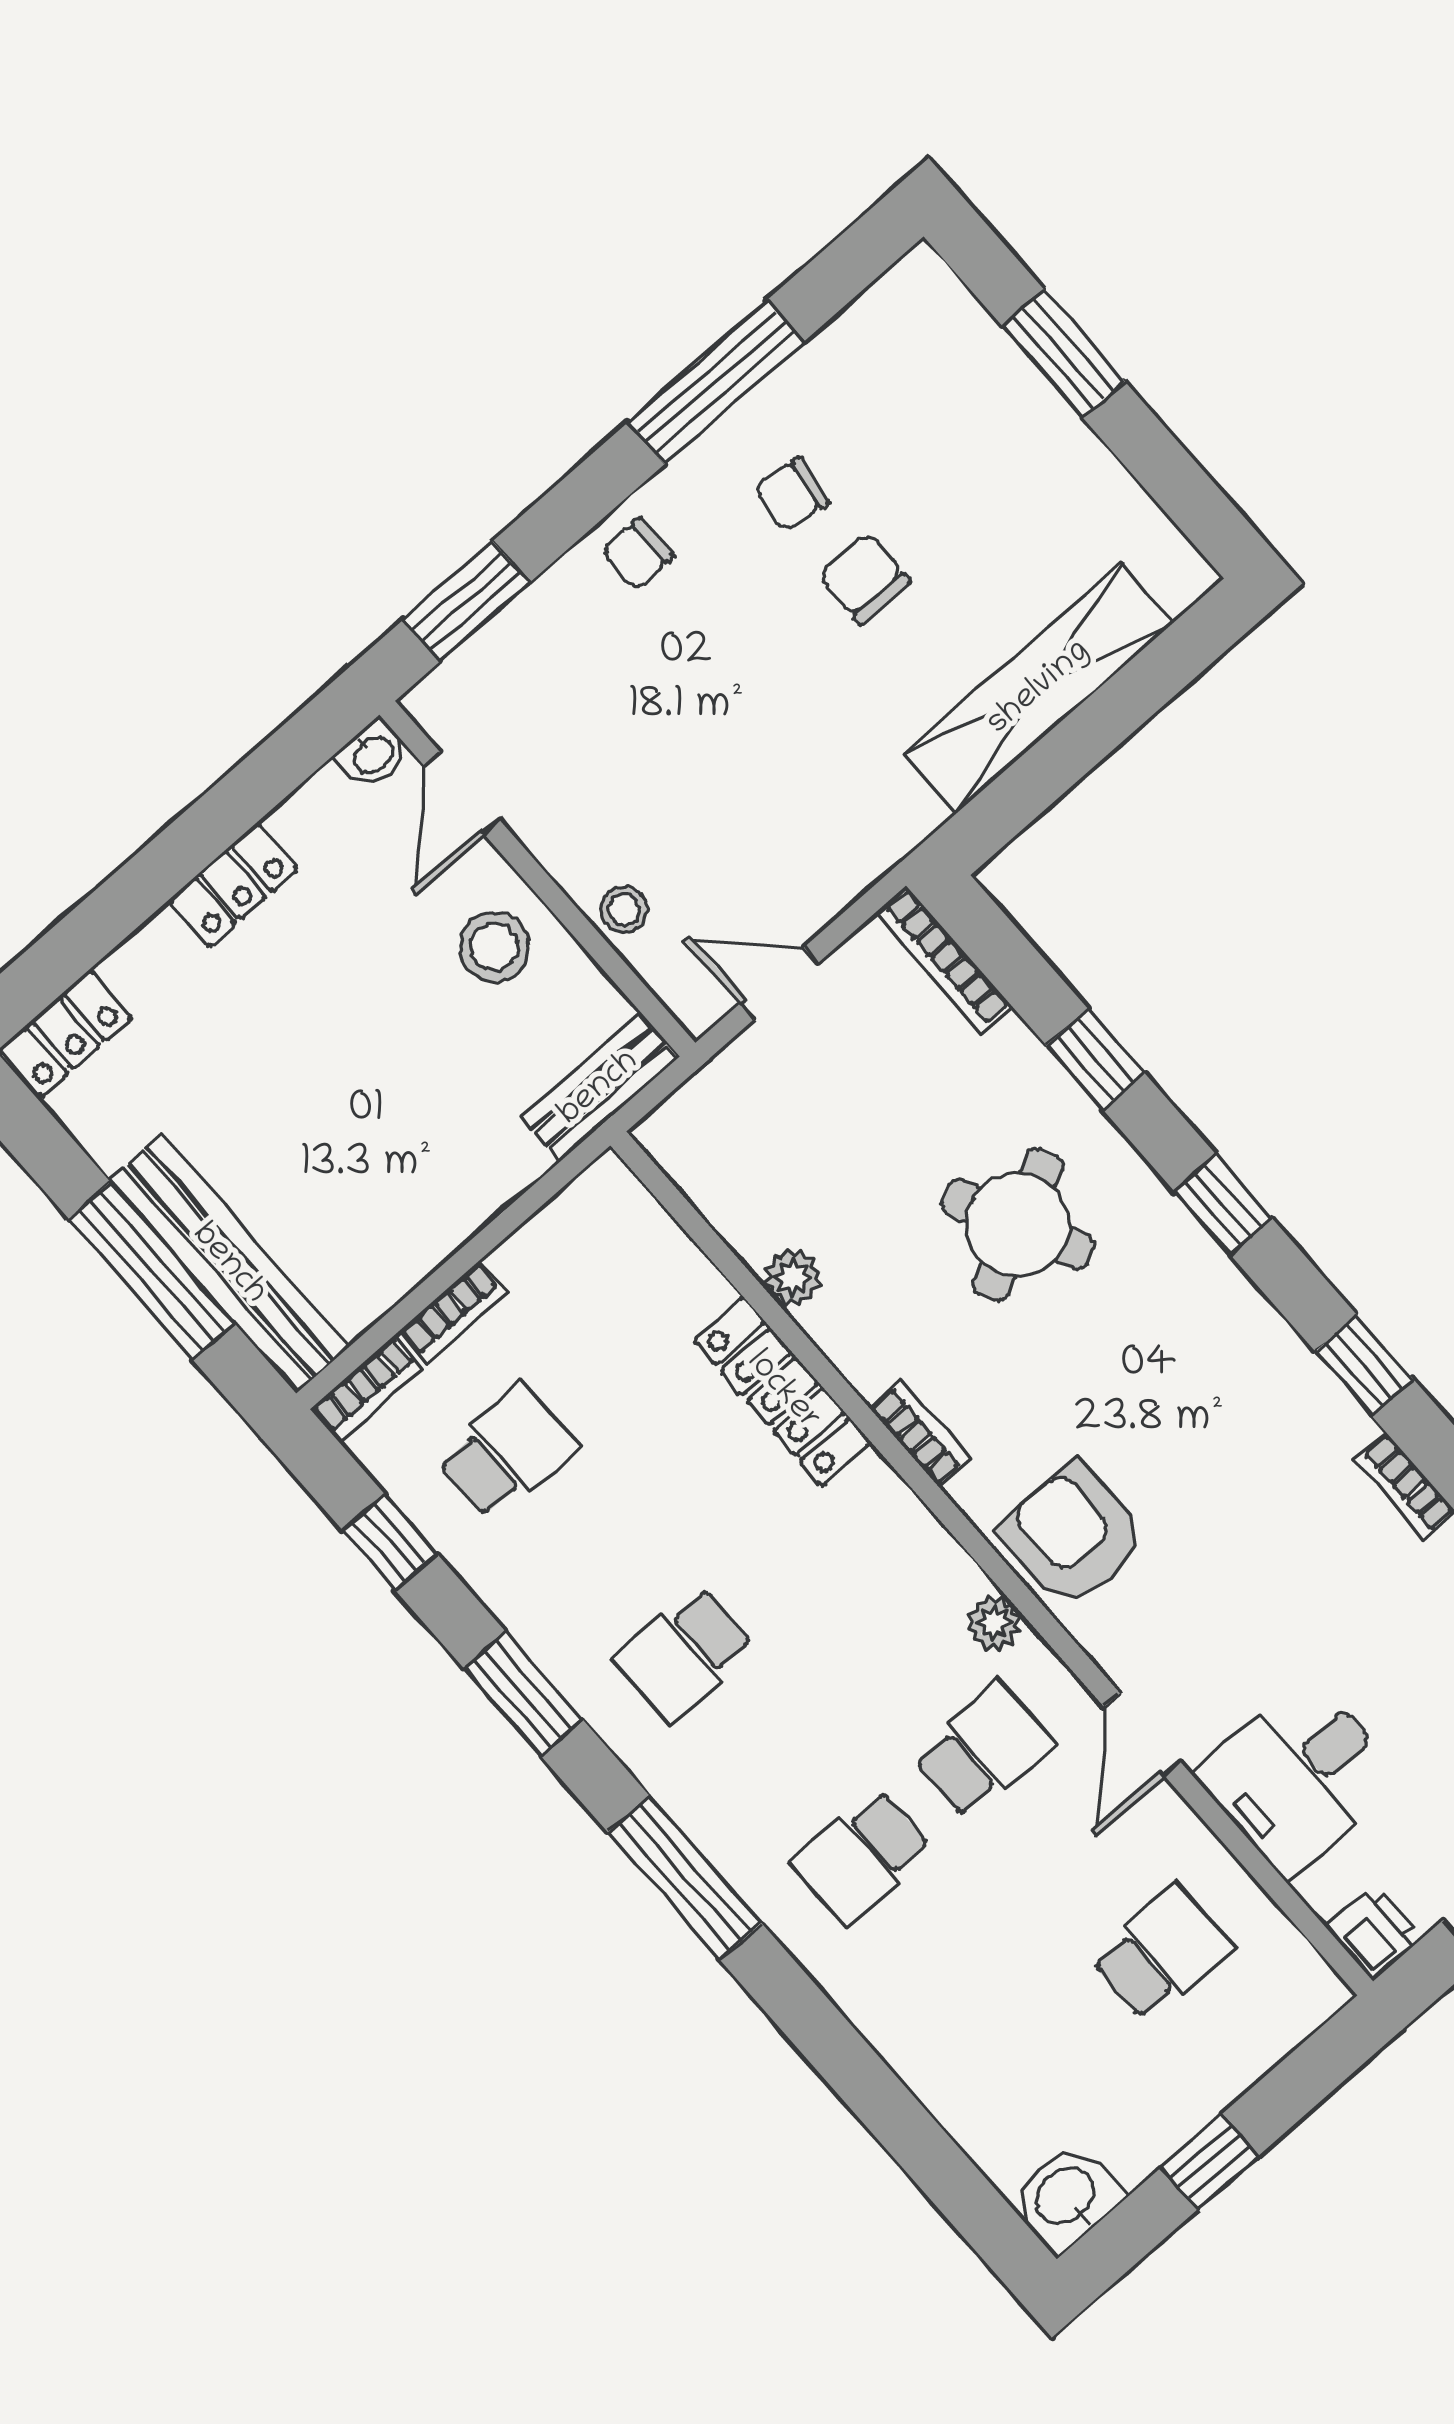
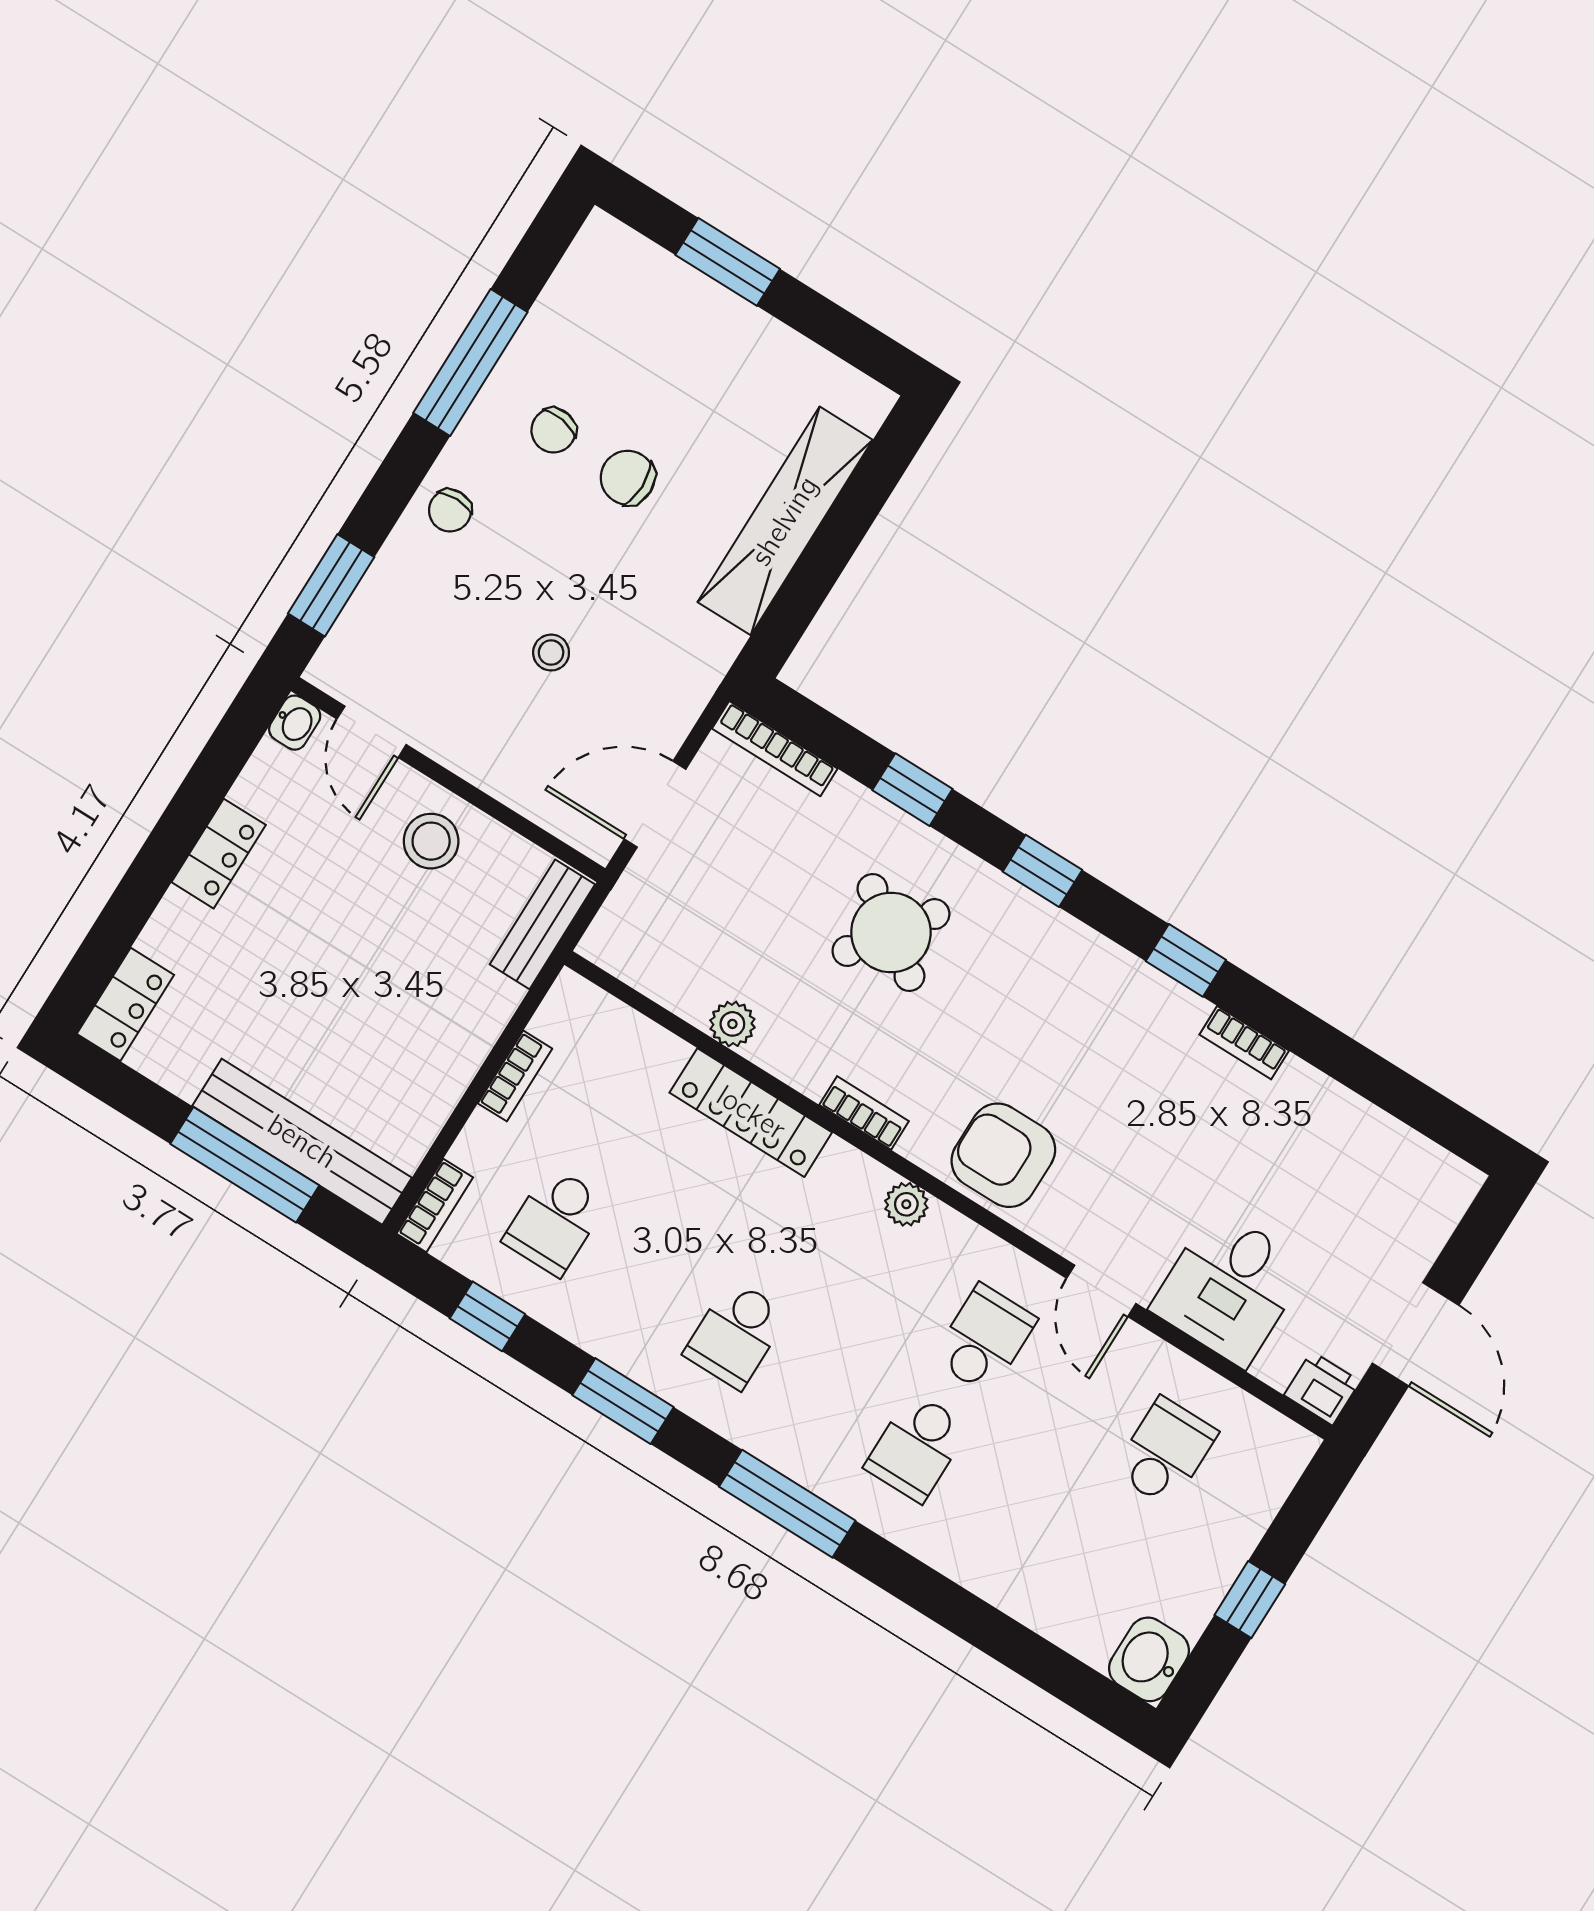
stool: (624, 909) -> (551, 653), moved
door: (779, 983) -> (655, 804), width x1.38
round table: (1018, 1224) -> (891, 933), turned -30
bookcase: (453, 1312) -> (515, 1076), moved
school desk: (506, 1452) -> (555, 1221), turned 180
plant: (994, 1623) -> (906, 1204), moved

